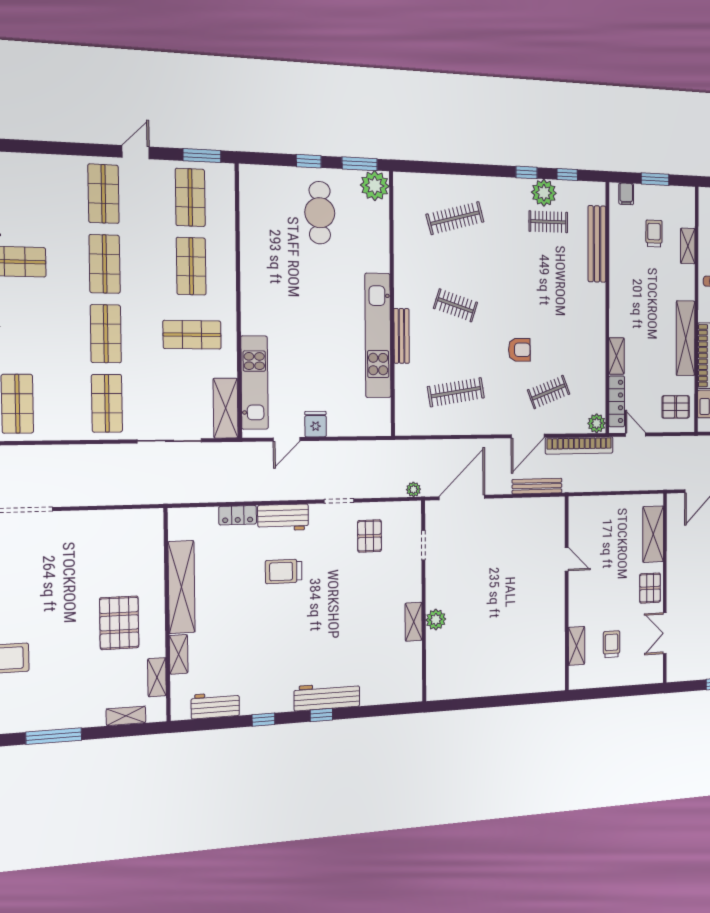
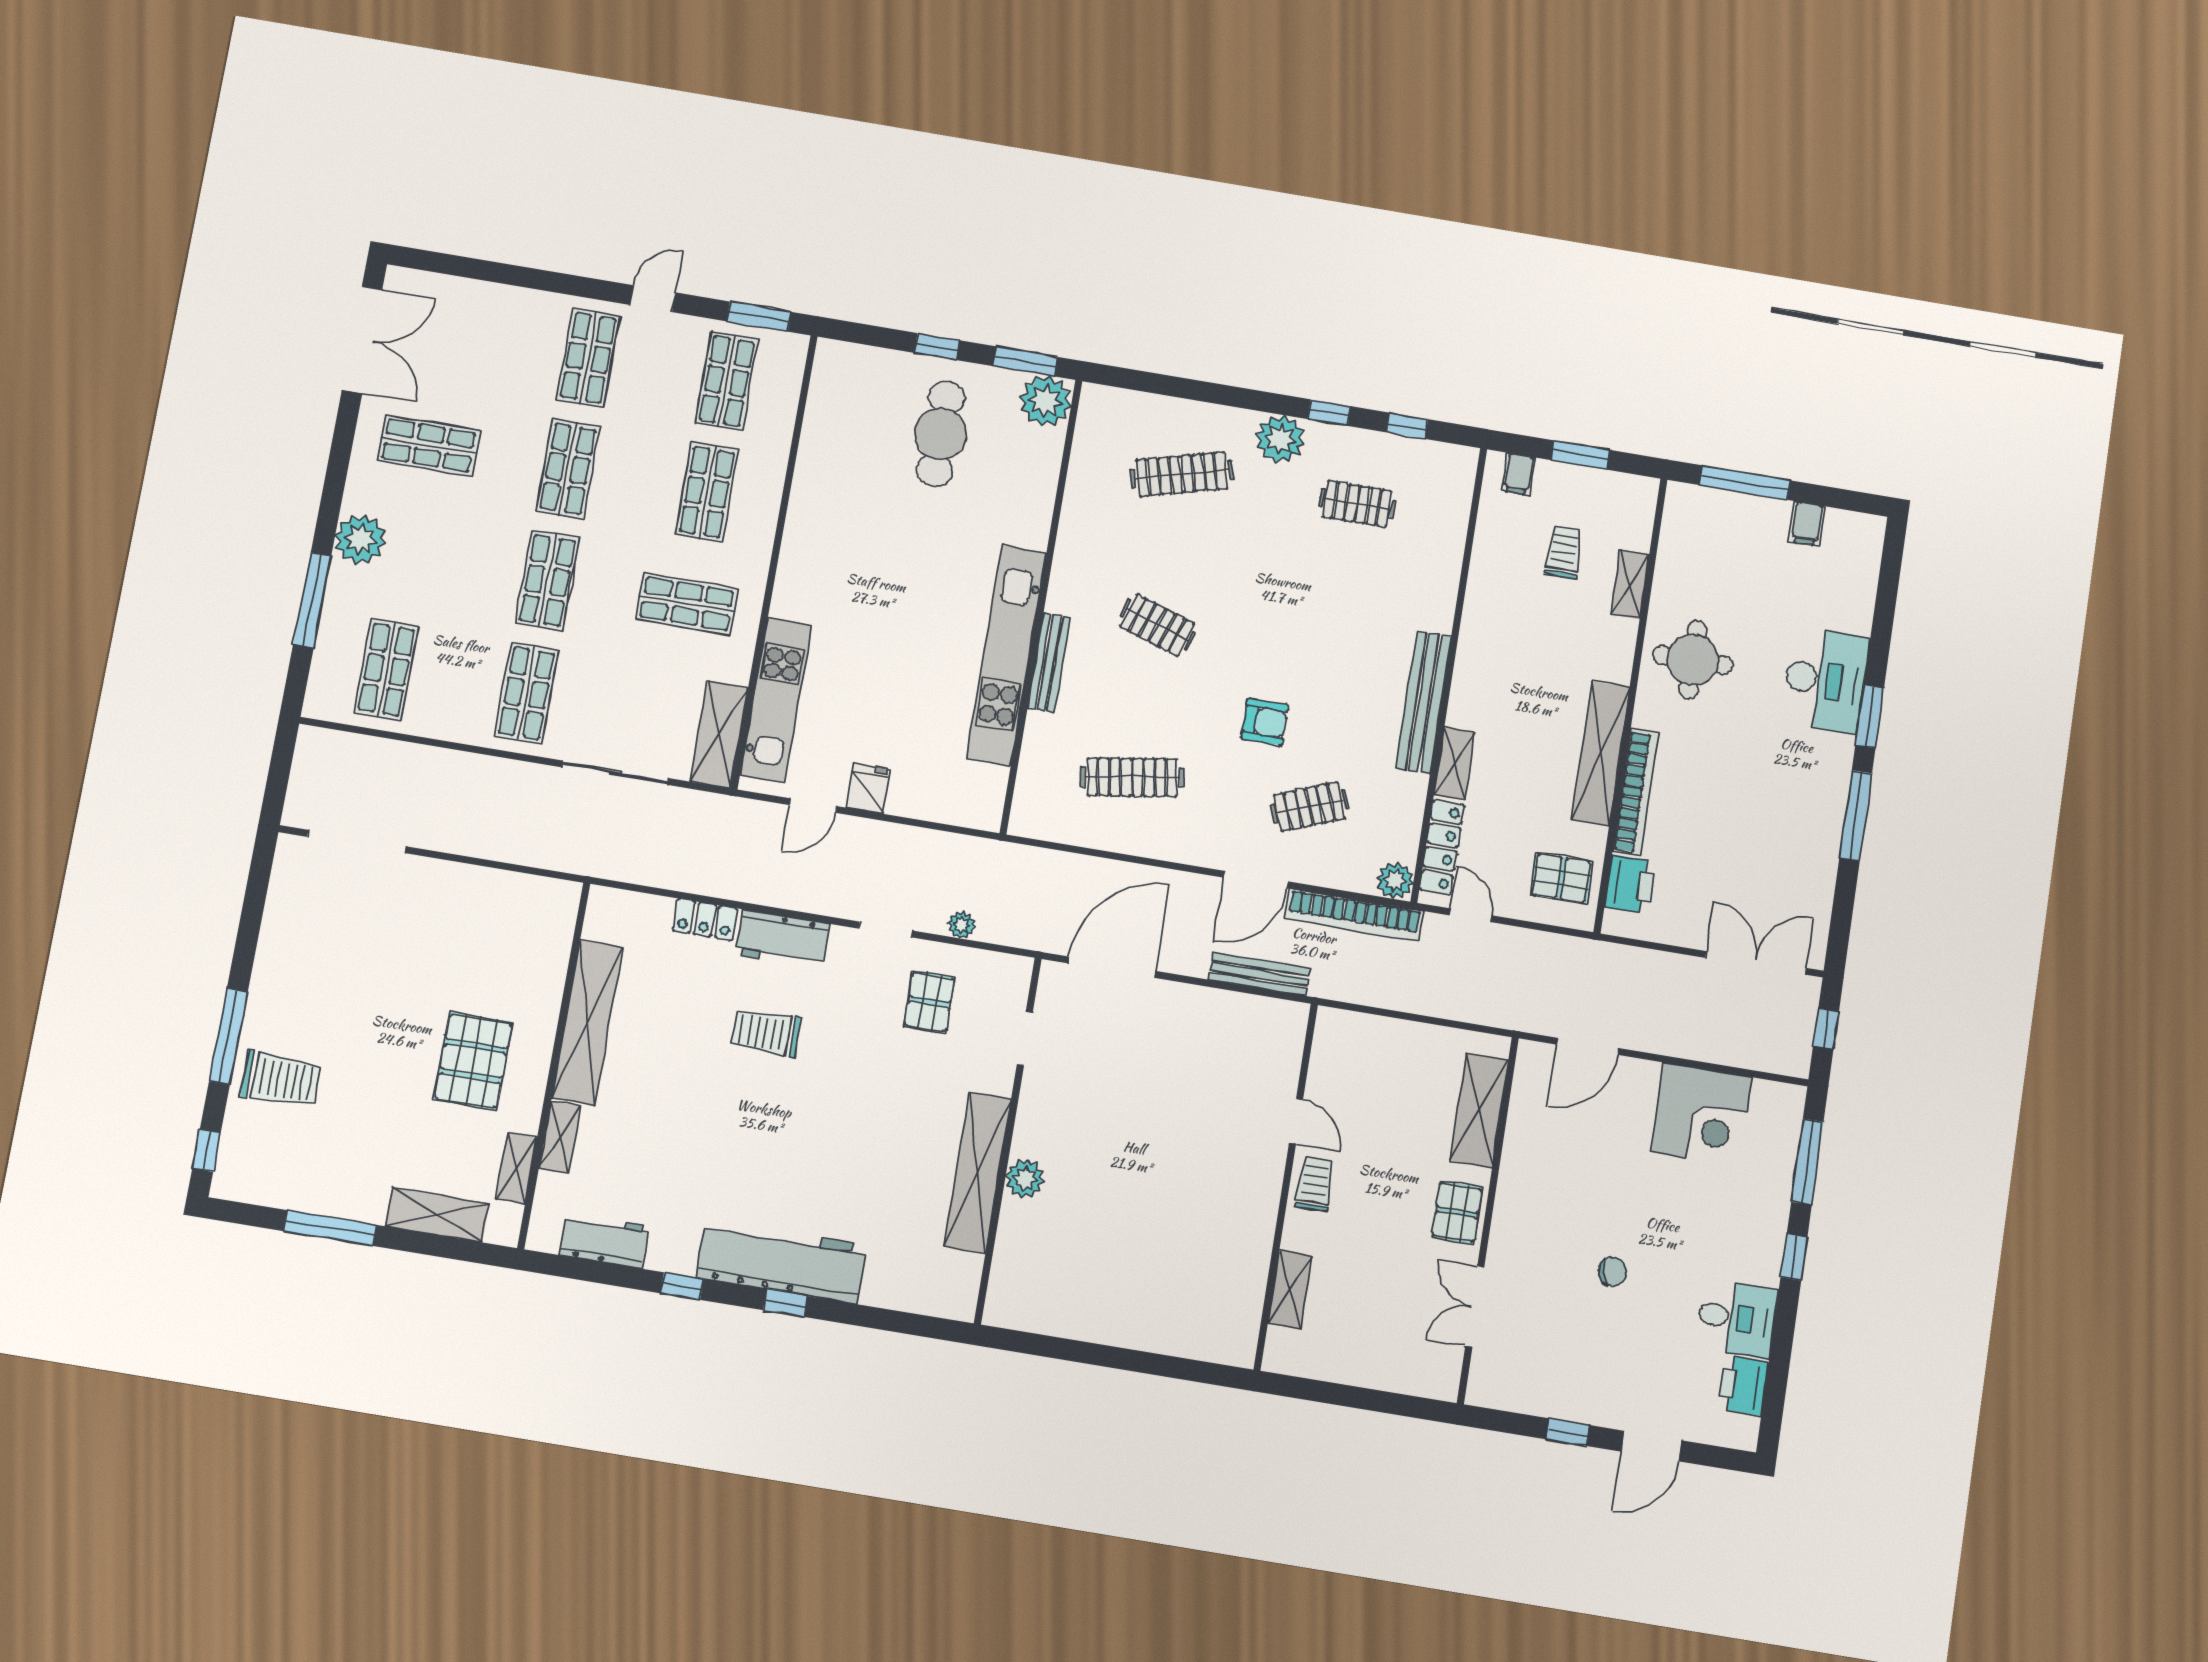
plant: (544, 193) -> (1280, 439), moved
bench: (597, 244) -> (1424, 702), moved
plant: (413, 489) -> (962, 925), moved
shelving: (414, 622) -> (978, 1172), width x2.20, depth x1.33
trolley: (612, 644) -> (1315, 1184), moved
workbench: (327, 696) -> (781, 1261), width x1.36, depth x1.32
shelving: (126, 716) -> (437, 1215), width x1.50, depth x1.33

